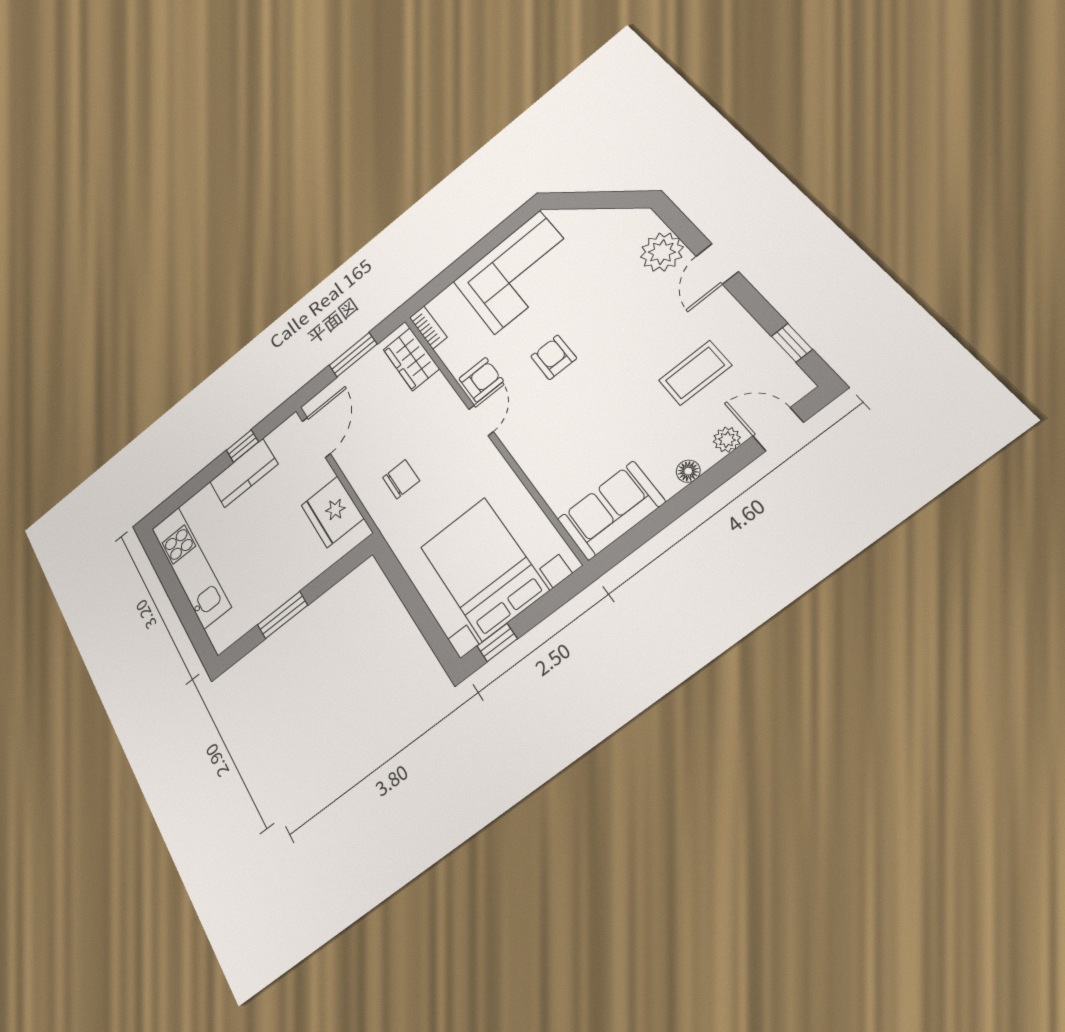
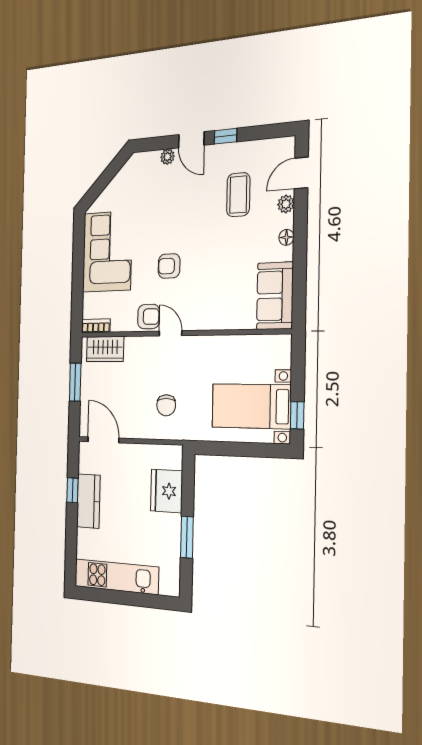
plant: (662, 252) -> (167, 157), width x0.53, depth x0.53
window: (792, 343) -> (225, 136), moved
armchair: (481, 380) -> (149, 317), turned 90
chair: (401, 479) -> (166, 405), turned 180
fridge: (332, 512) -> (167, 491), moved, turned 90
bed with nightstands: (483, 568) -> (251, 406), width x0.73

